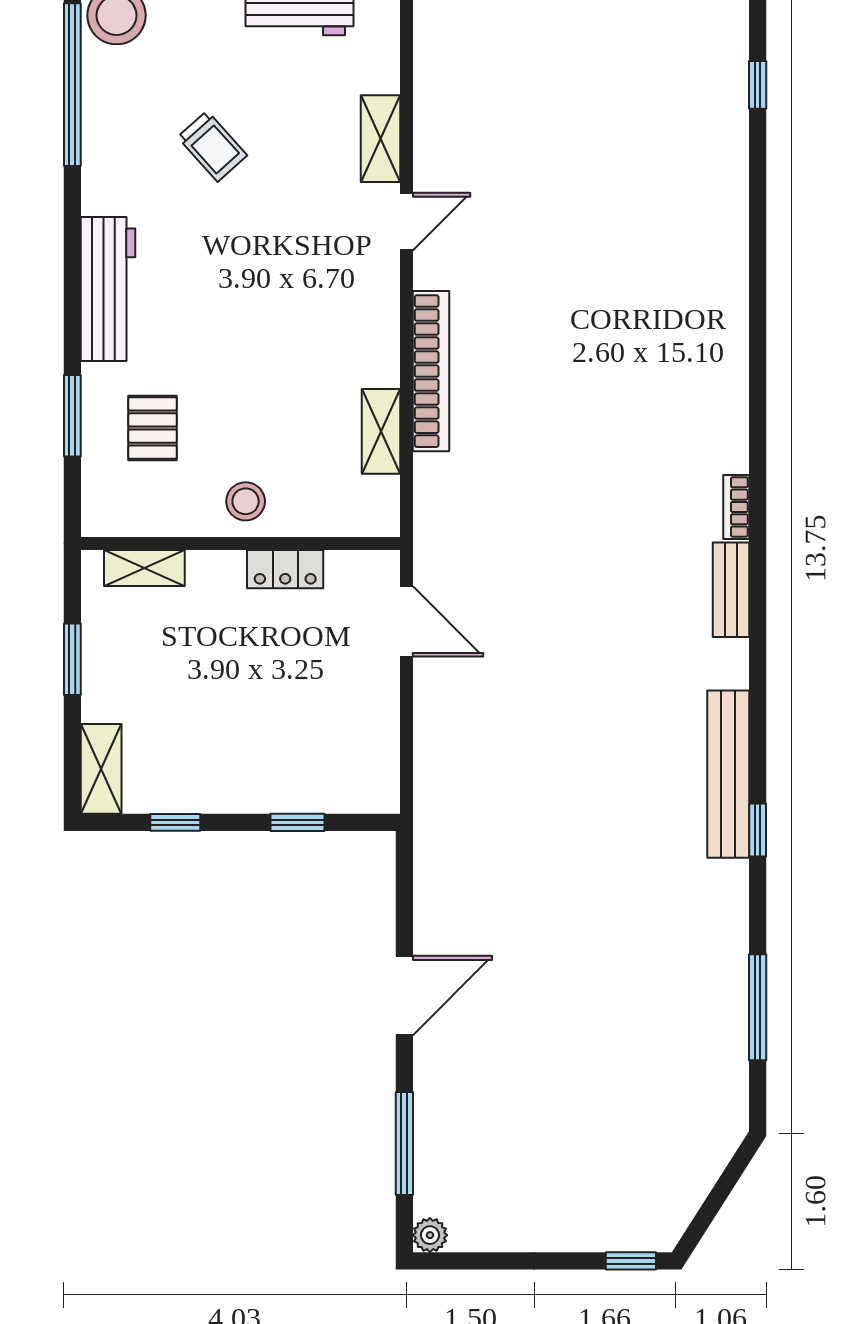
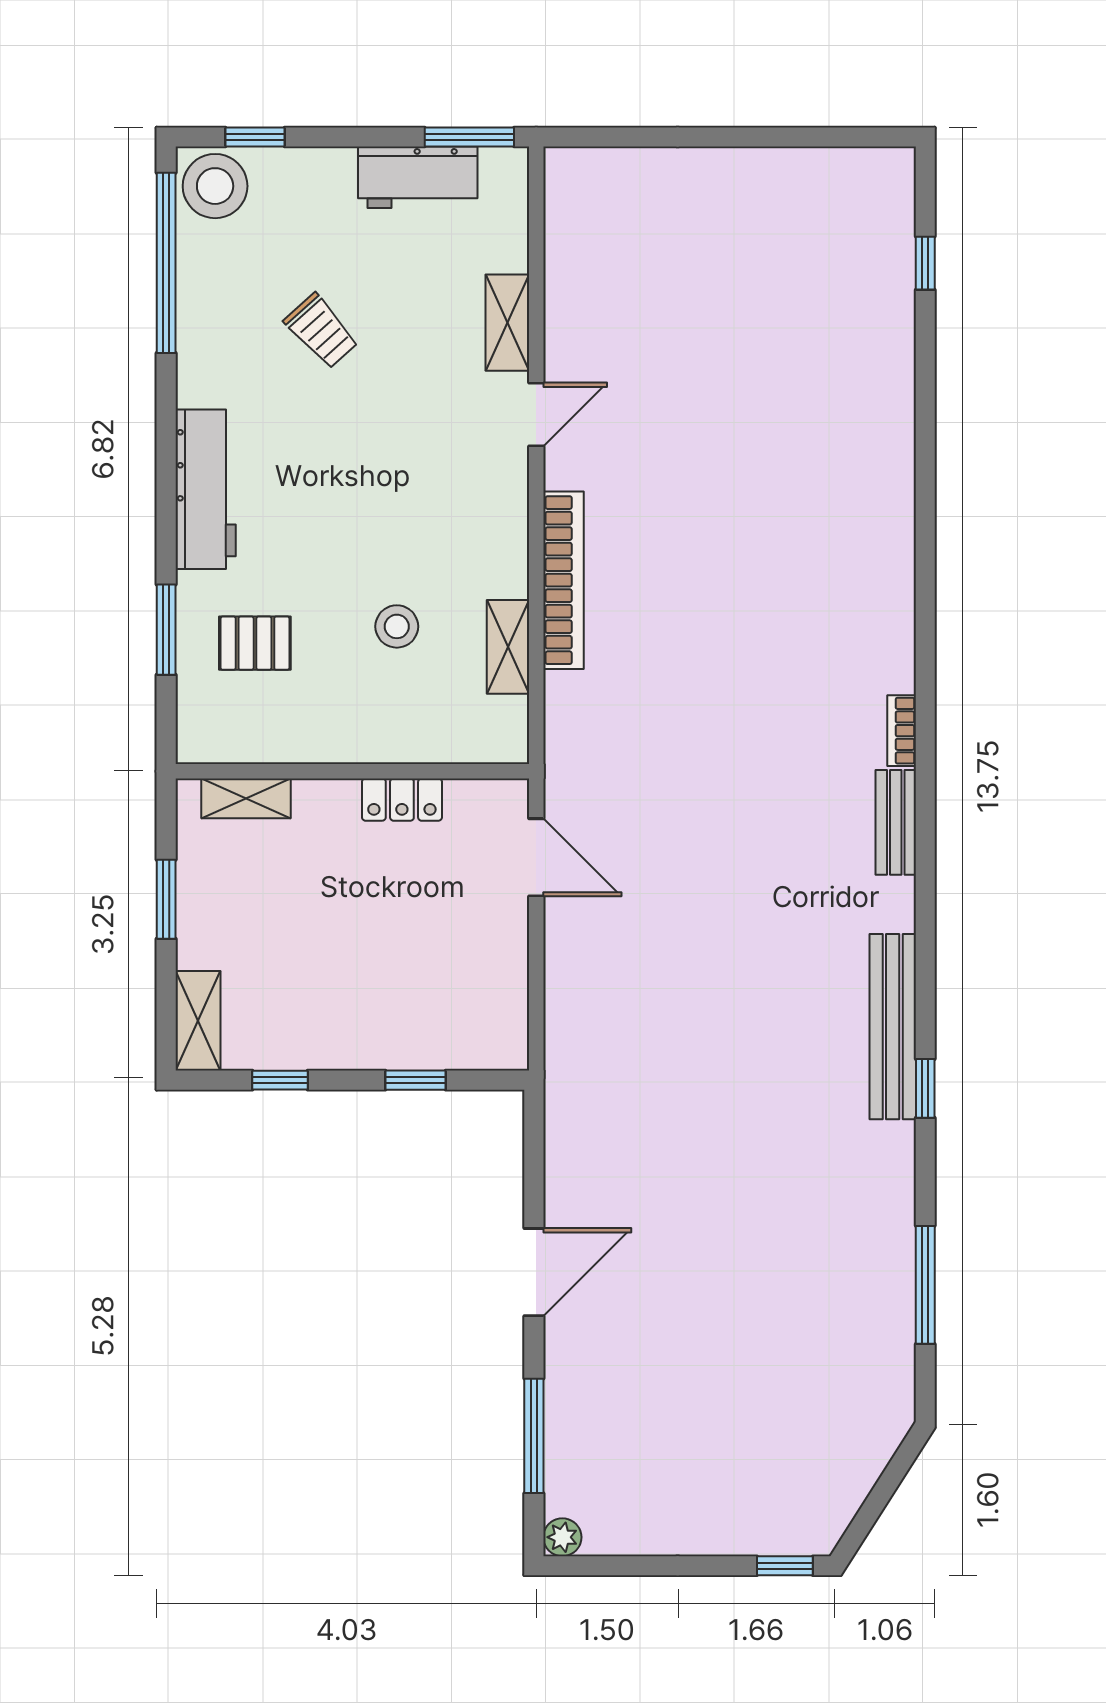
pallet: (153, 428) -> (255, 643), turned 90
stool: (246, 501) -> (397, 626), moved

